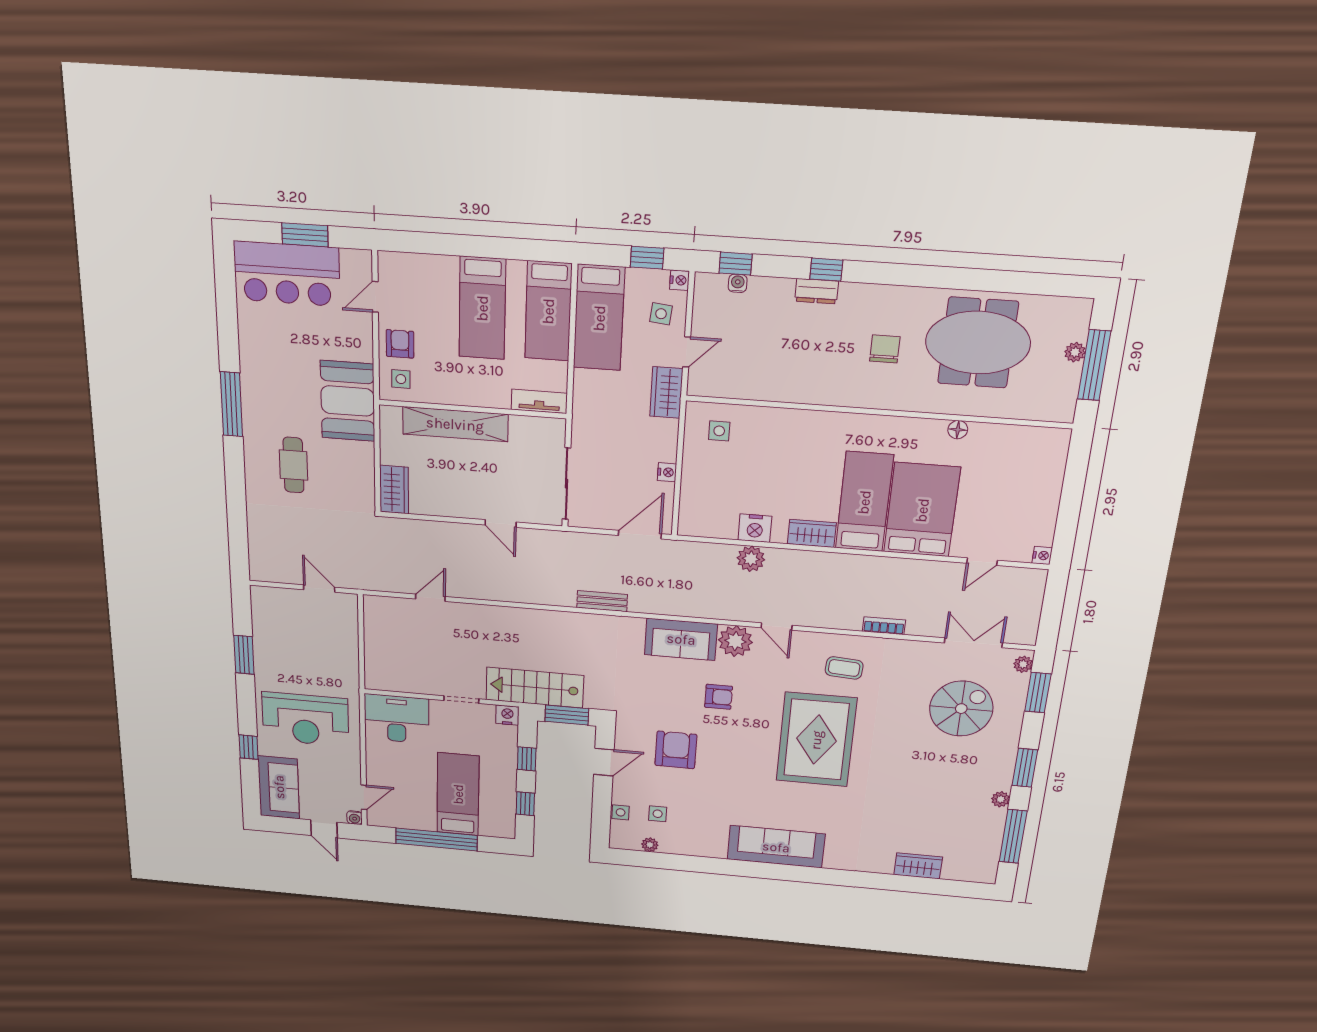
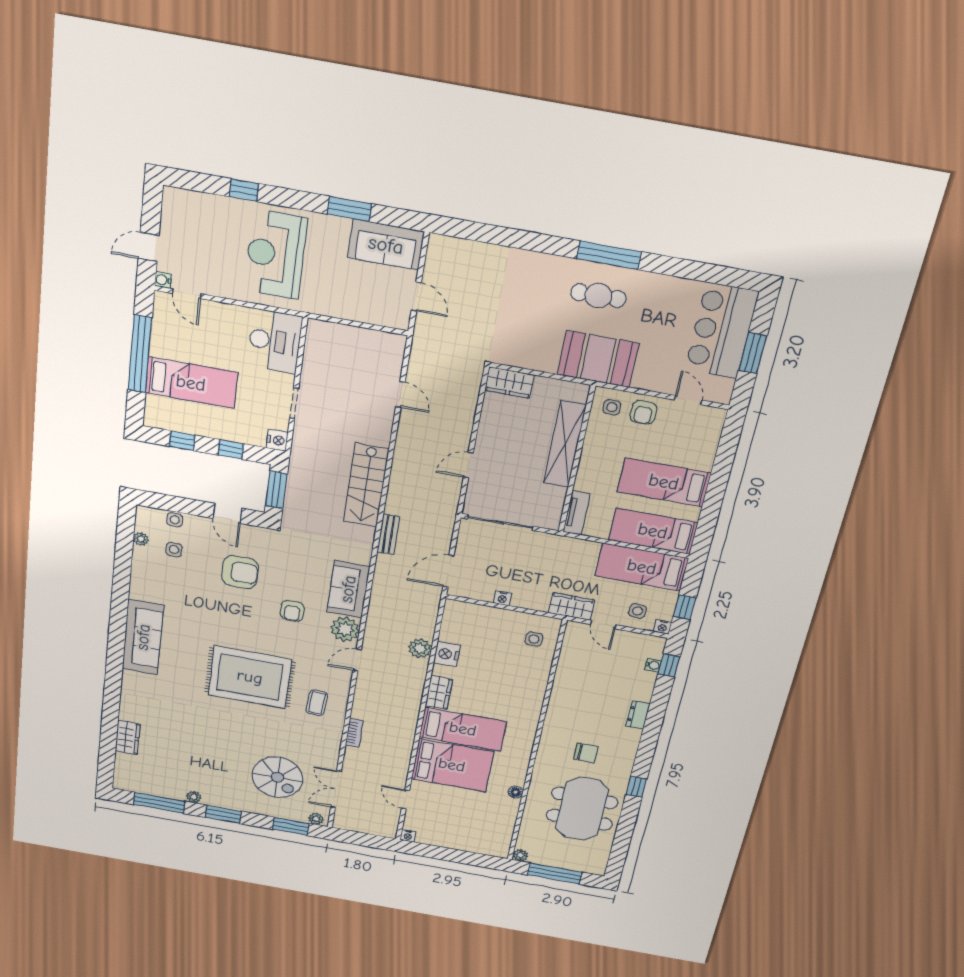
window: (826, 270) -> (636, 787), moved
armchair: (400, 344) -> (643, 412), turned 90
plant: (1075, 352) -> (520, 855), moved
cafe table: (293, 465) -> (598, 296), moved
door: (640, 535) -> (448, 571), swing flipped
door: (319, 588) -> (416, 297), hinge flipped
double door: (973, 643) -> (336, 789), swing flipped
stairs: (535, 688) -> (366, 485), moved, turned 180
sofa: (279, 787) -> (386, 245), moved

